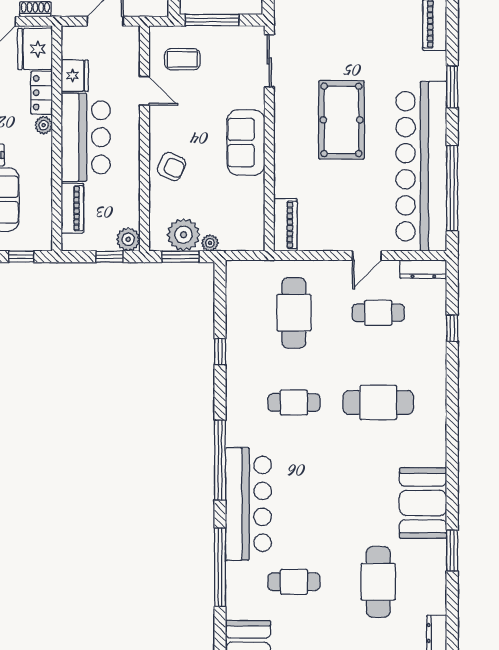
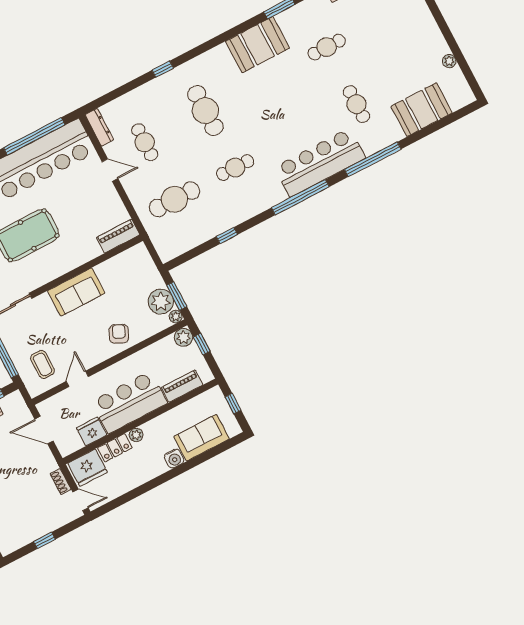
plant: (210, 243) -> (176, 317), moved
window: (452, 328) -> (163, 69), moved
cafe table: (294, 402) -> (235, 168), turned 90
cafe table: (378, 582) -> (327, 47), width x0.73, depth x0.74

